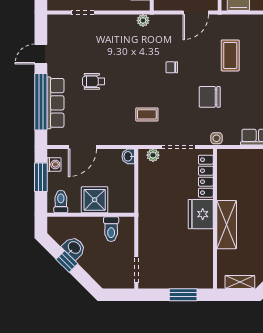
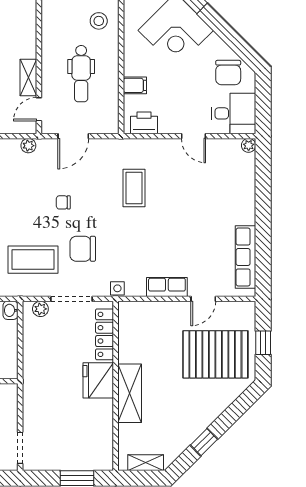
door: (196, 13) -> (73, 136), moved
chair: (210, 97) -> (83, 249), moved
coffee table: (147, 114) -> (33, 260), width x1.86, depth x1.72

